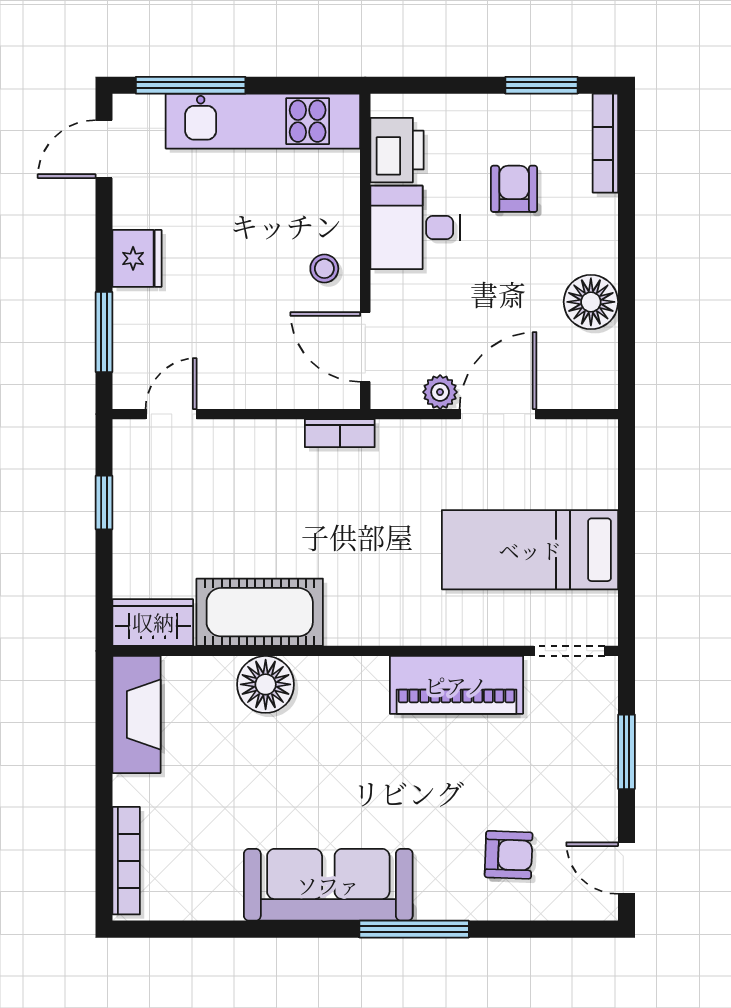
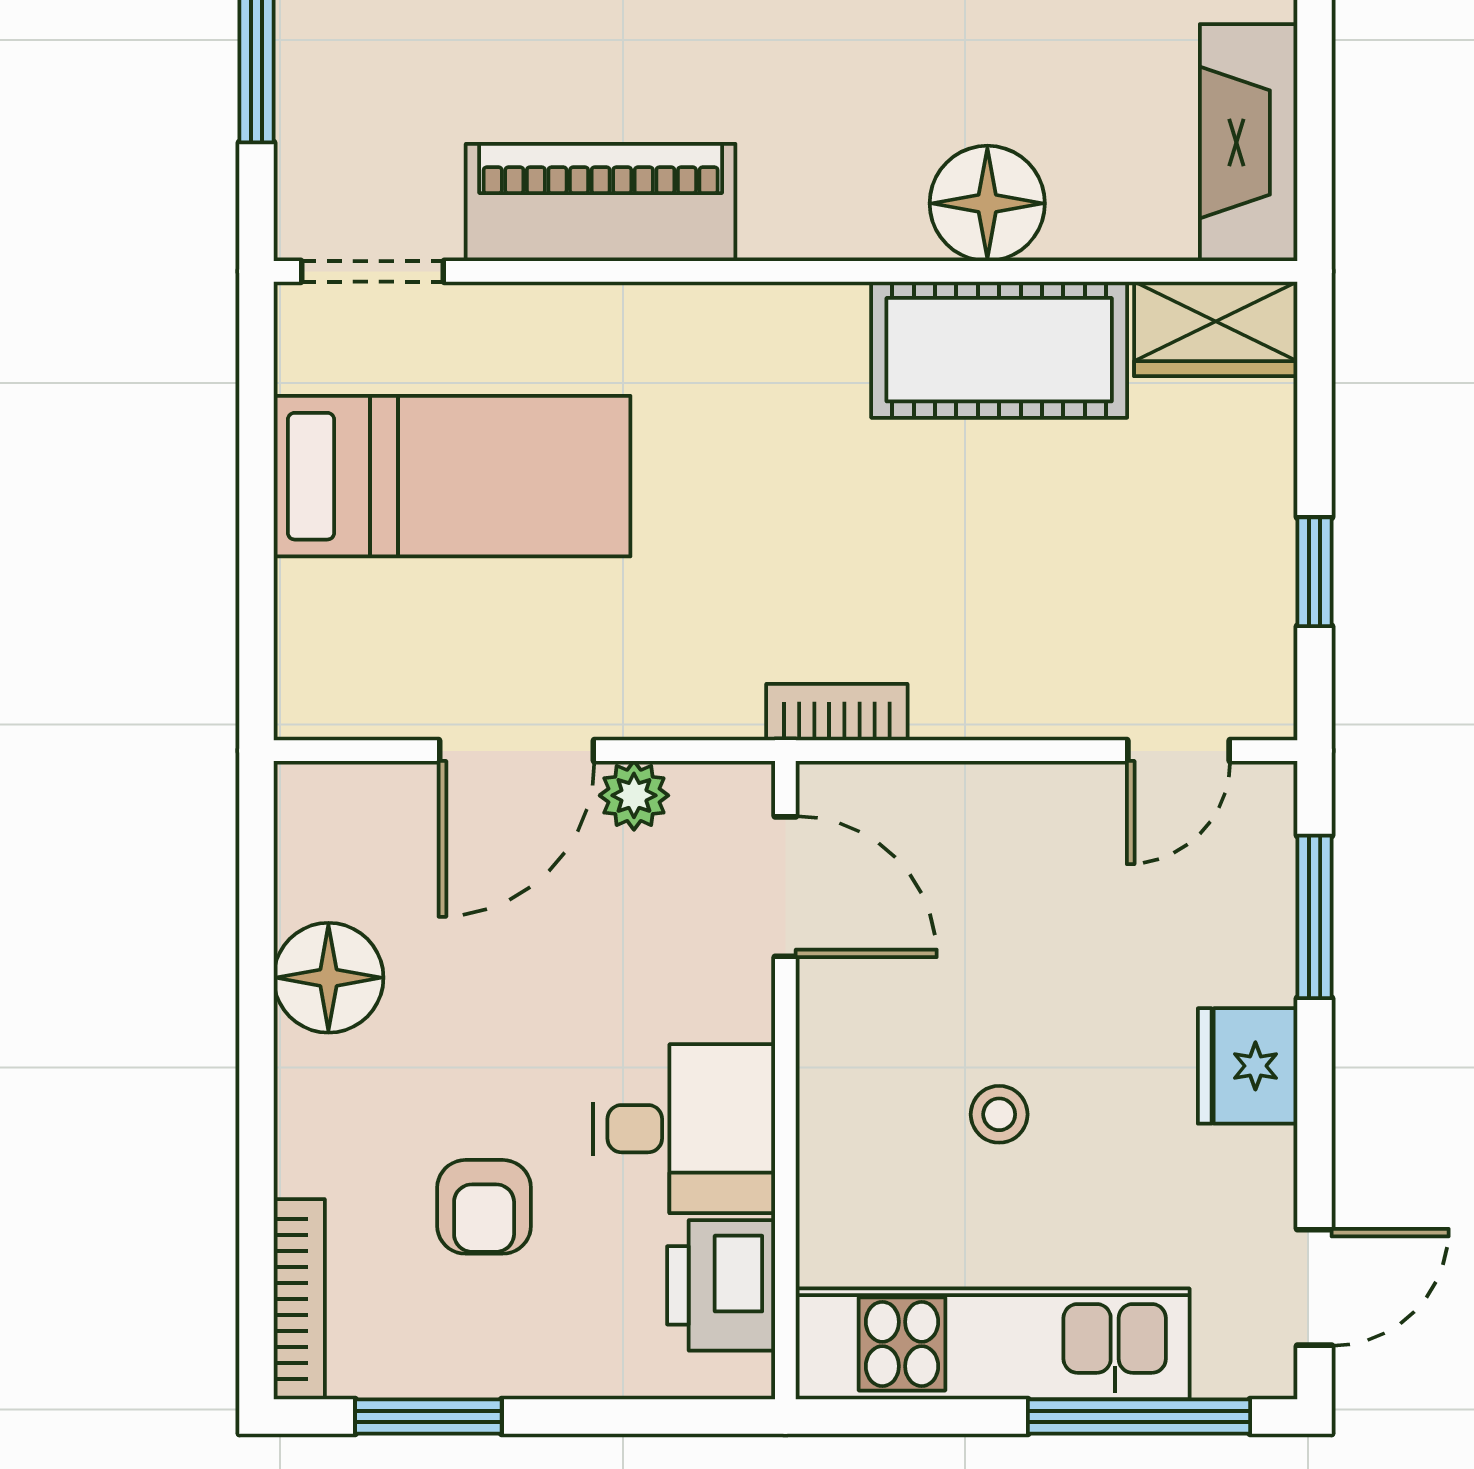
stool: (324, 269) -> (999, 1114), moved

